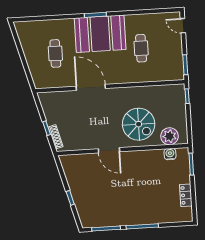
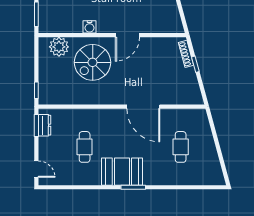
booth: (100, 34) -> (122, 172), width x0.73, depth x0.70
dresser: (178, 65) -> (44, 125), added
spiral stairs: (139, 124) -> (93, 62), turned -90
door: (109, 150) -> (127, 35), swing flipped
water cooler: (170, 154) -> (89, 27), moved

